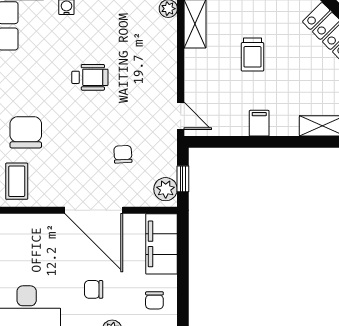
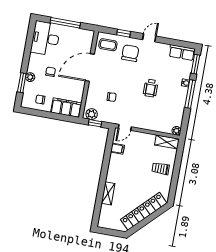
trolley: (253, 54) -> (161, 169), moved
filing cabinet: (259, 123) -> (117, 149), moved
chair: (26, 132) -> (130, 53), turned -90
door: (94, 210) -> (90, 68), moved

